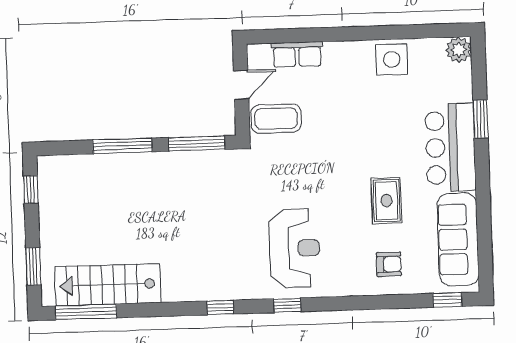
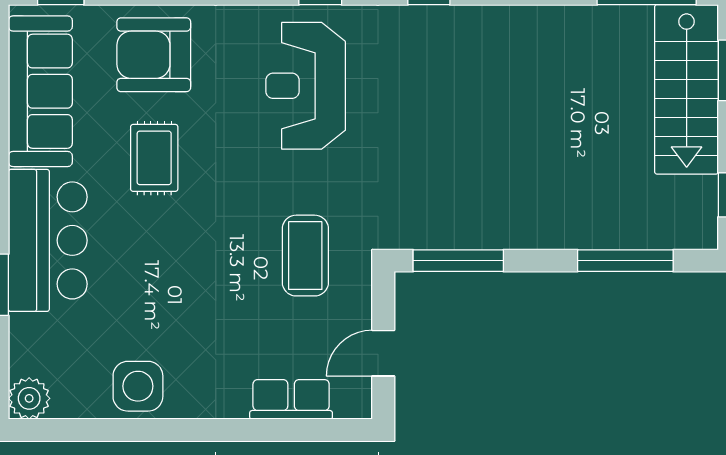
coffee table: (276, 119) -> (305, 256), moved, turned 90
window: (122, 146) -> (625, 261), moved
armchair: (389, 264) -> (154, 55), width x1.88, depth x1.88
stairs: (108, 285) -> (687, 89), moved, turned 90

